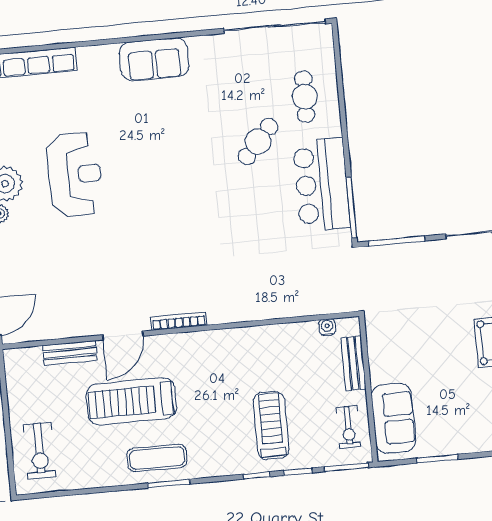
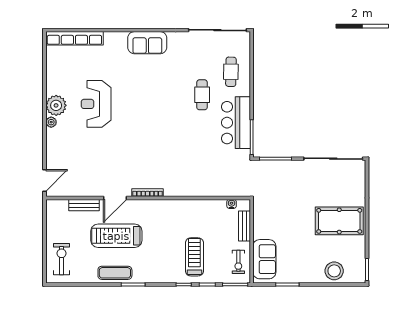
cafe table: (258, 142) -> (202, 95), turned -42
reception desk: (75, 175) -> (96, 104), turned 180
exercise bike: (39, 451) -> (62, 259), turned 180
exercise mat: (157, 458) -> (115, 273), moved

